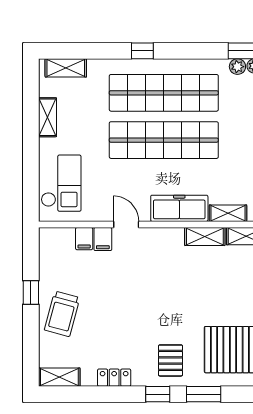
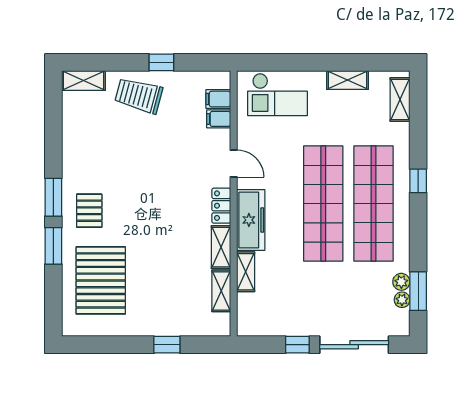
door: (126, 224) -> (234, 164), hinge flipped
filing cabinet: (103, 239) -> (218, 99), moved
pallet: (170, 360) -> (89, 211), turned 90
shelving: (59, 377) -> (84, 81), moved, turned 90
locker: (114, 378) -> (221, 206), moved, turned 180
window: (158, 394) -> (53, 197), width x1.50

